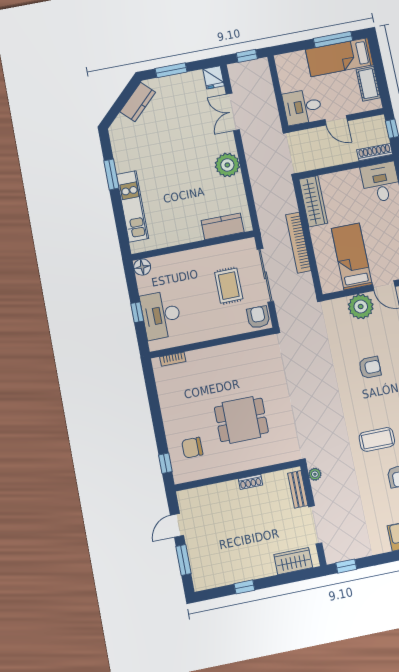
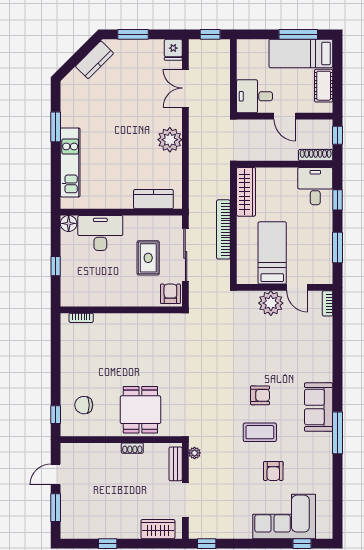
desk: (161, 315) -> (100, 233), moved, turned 90
armchair: (370, 367) -> (260, 395), moved
dining table: (241, 420) -> (140, 410), moved, turned 90

